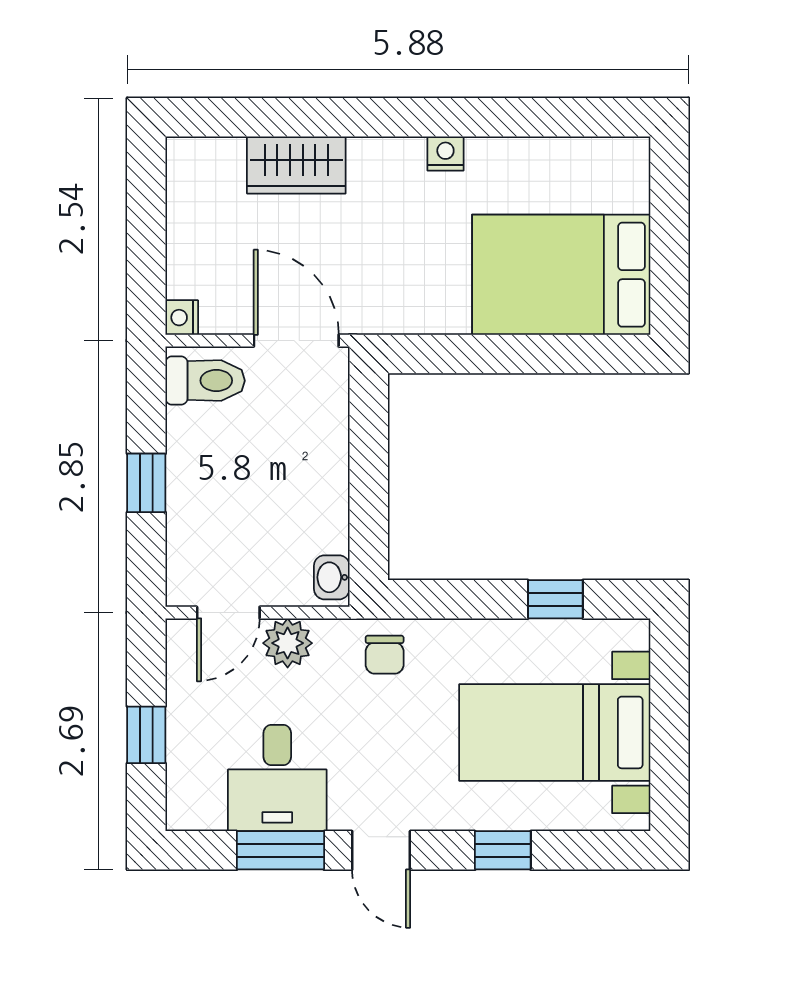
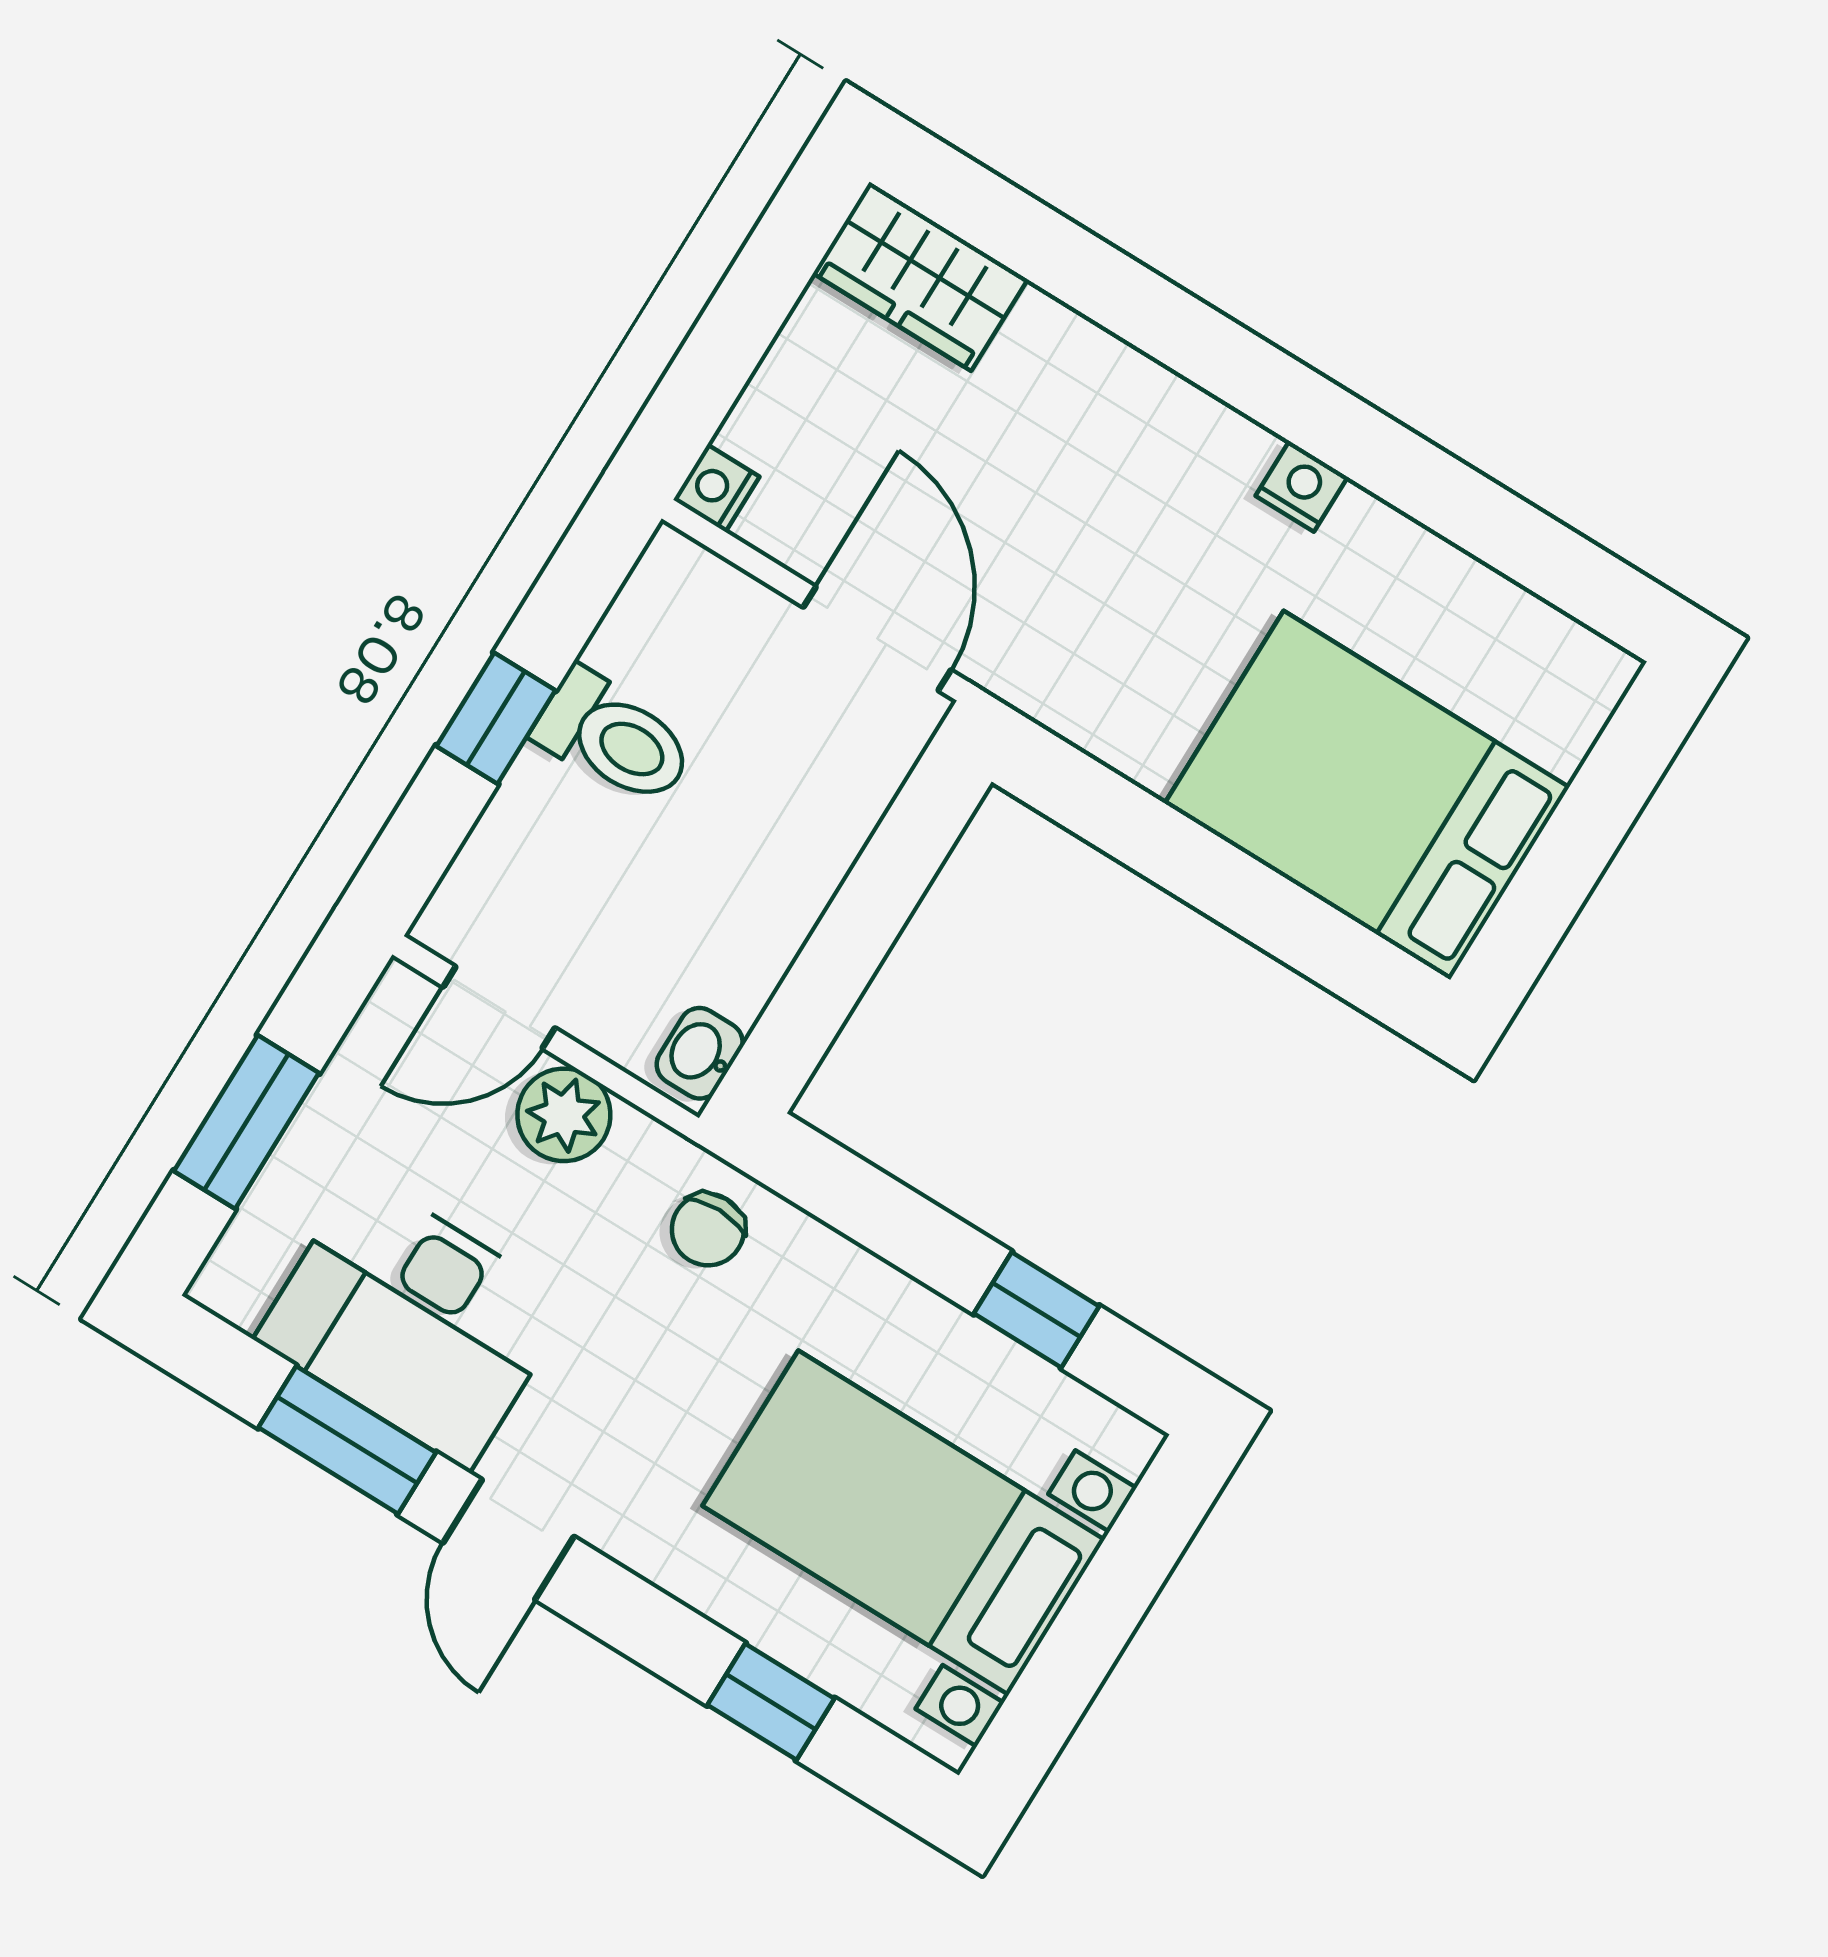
wardrobe: (296, 165) -> (920, 276), moved
toilet: (205, 381) -> (614, 738), moved
window: (146, 735) -> (246, 1122), width x1.50
desk: (277, 778) -> (414, 1321), width x1.37
window: (503, 850) -> (771, 1702), moved

